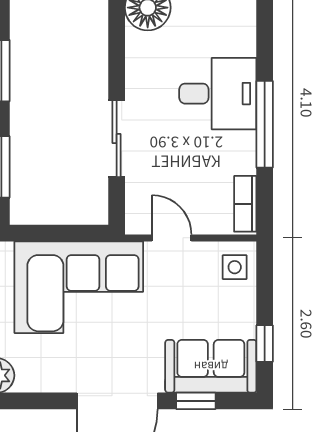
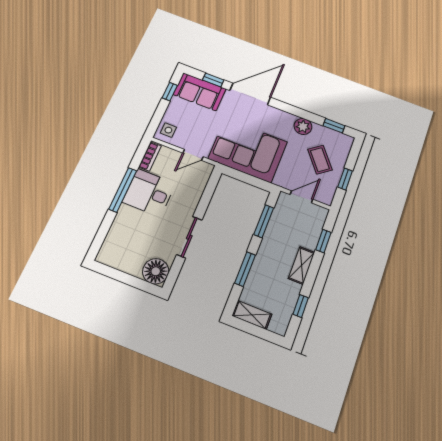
desk: (218, 94) -> (149, 193), moved
sliding door: (117, 139) -> (189, 237), moved
door: (172, 238) -> (193, 155), hinge flipped

